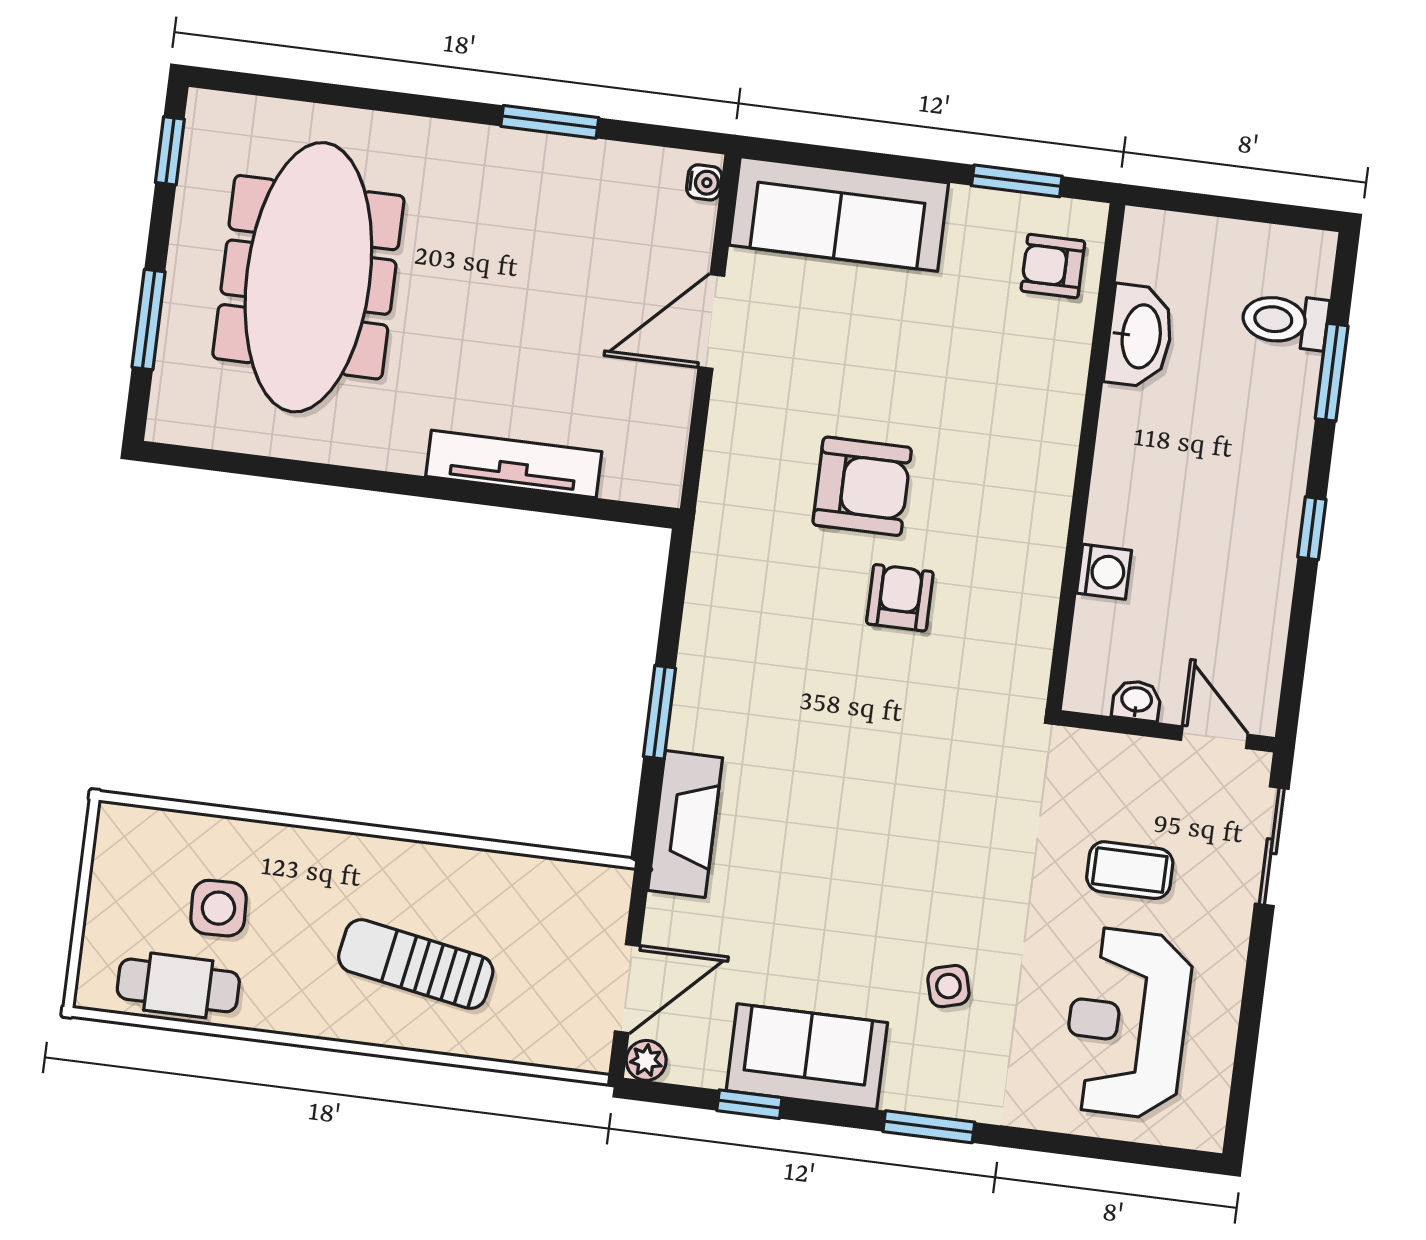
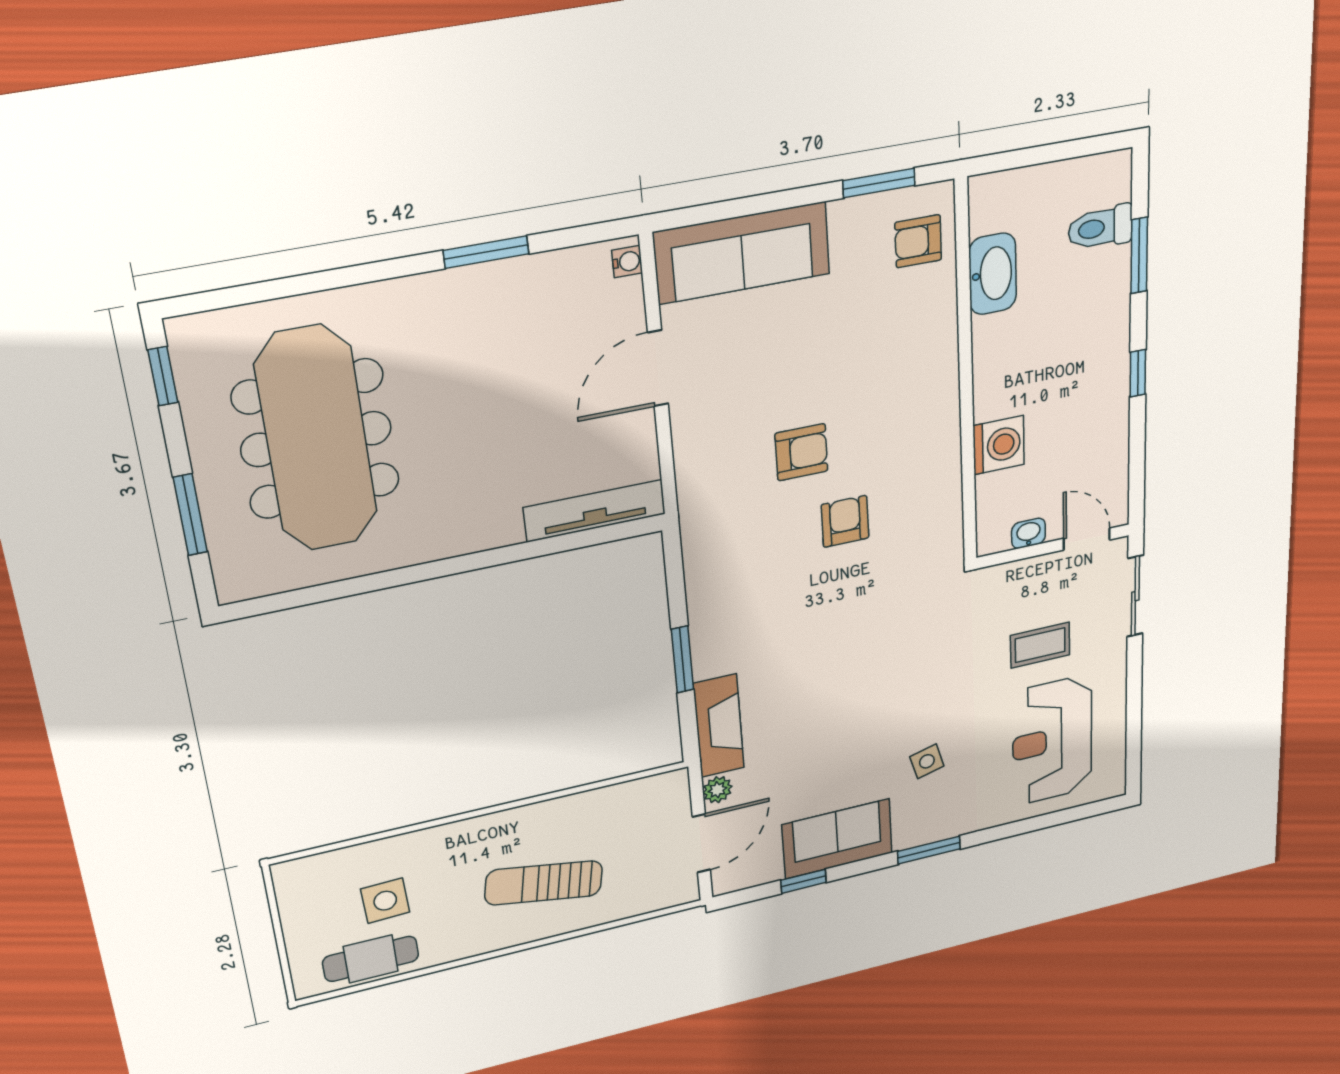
tv unit: (514, 464) -> (595, 511), moved
armchair: (862, 486) -> (801, 452), width x0.72, depth x0.72
washing machine: (1104, 572) -> (999, 445), width x1.38, depth x1.38
plant: (646, 1060) -> (717, 790), moved

